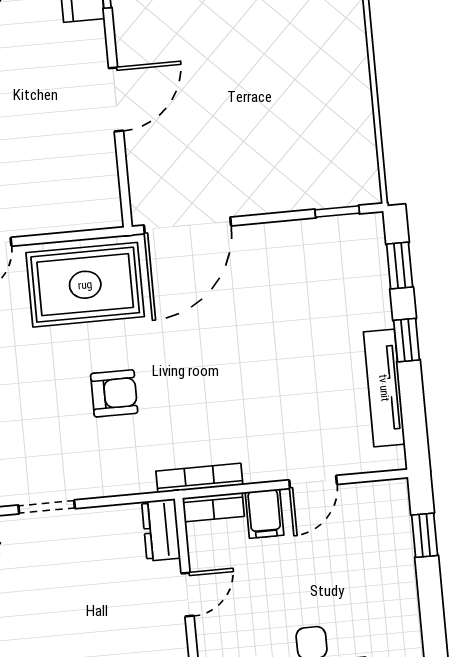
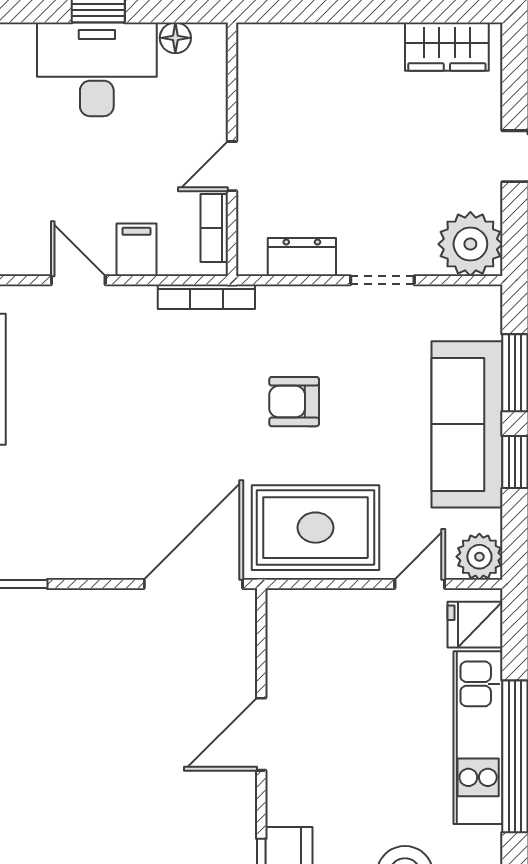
door: (313, 482) -> (78, 280), hinge flipped
bookcase: (213, 507) -> (214, 228), moved, turned -90
dresser: (161, 530) -> (302, 257), moved, turned -90

